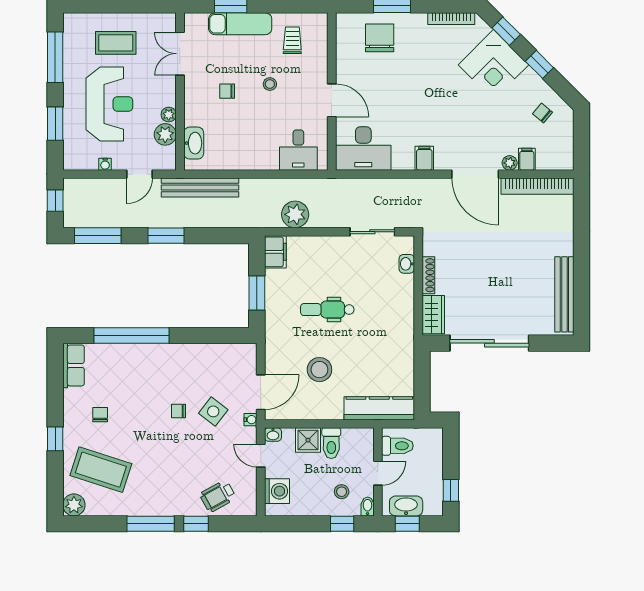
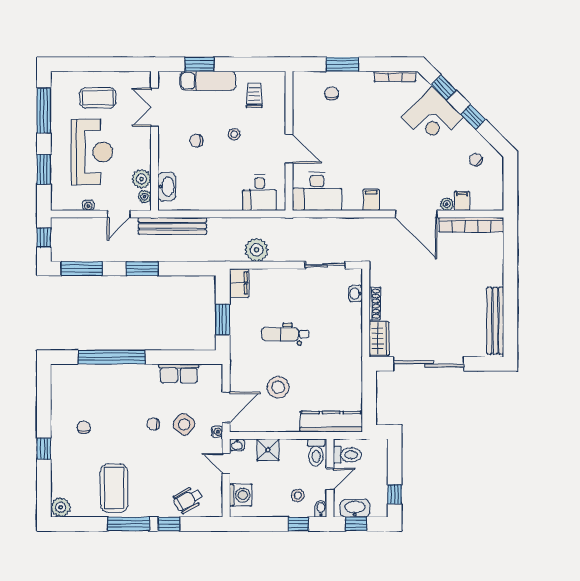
chair: (380, 38) -> (332, 93), width x0.54, depth x0.54
plant: (169, 115) -> (145, 197), moved
row of seats: (73, 365) -> (179, 373), moved, turned 90
toilet: (331, 443) -> (316, 453), moved
coffee table: (101, 470) -> (114, 488), moved, turned 72

